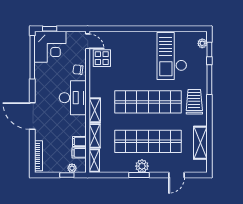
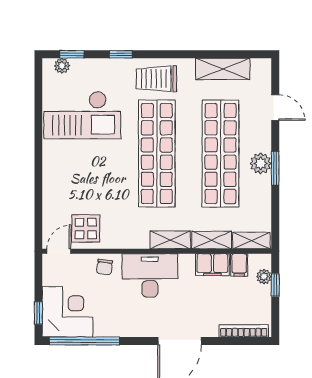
window: (209, 80) -> (121, 54), width x0.46
filing cabinet: (79, 141) -> (212, 265), width x2.00

